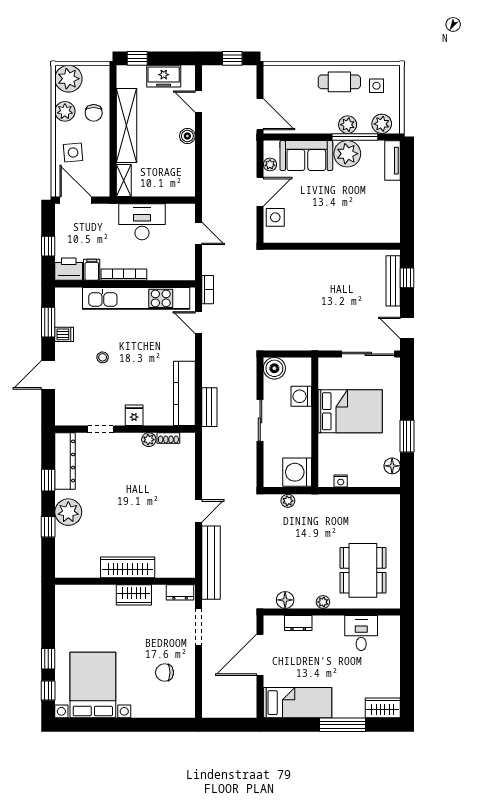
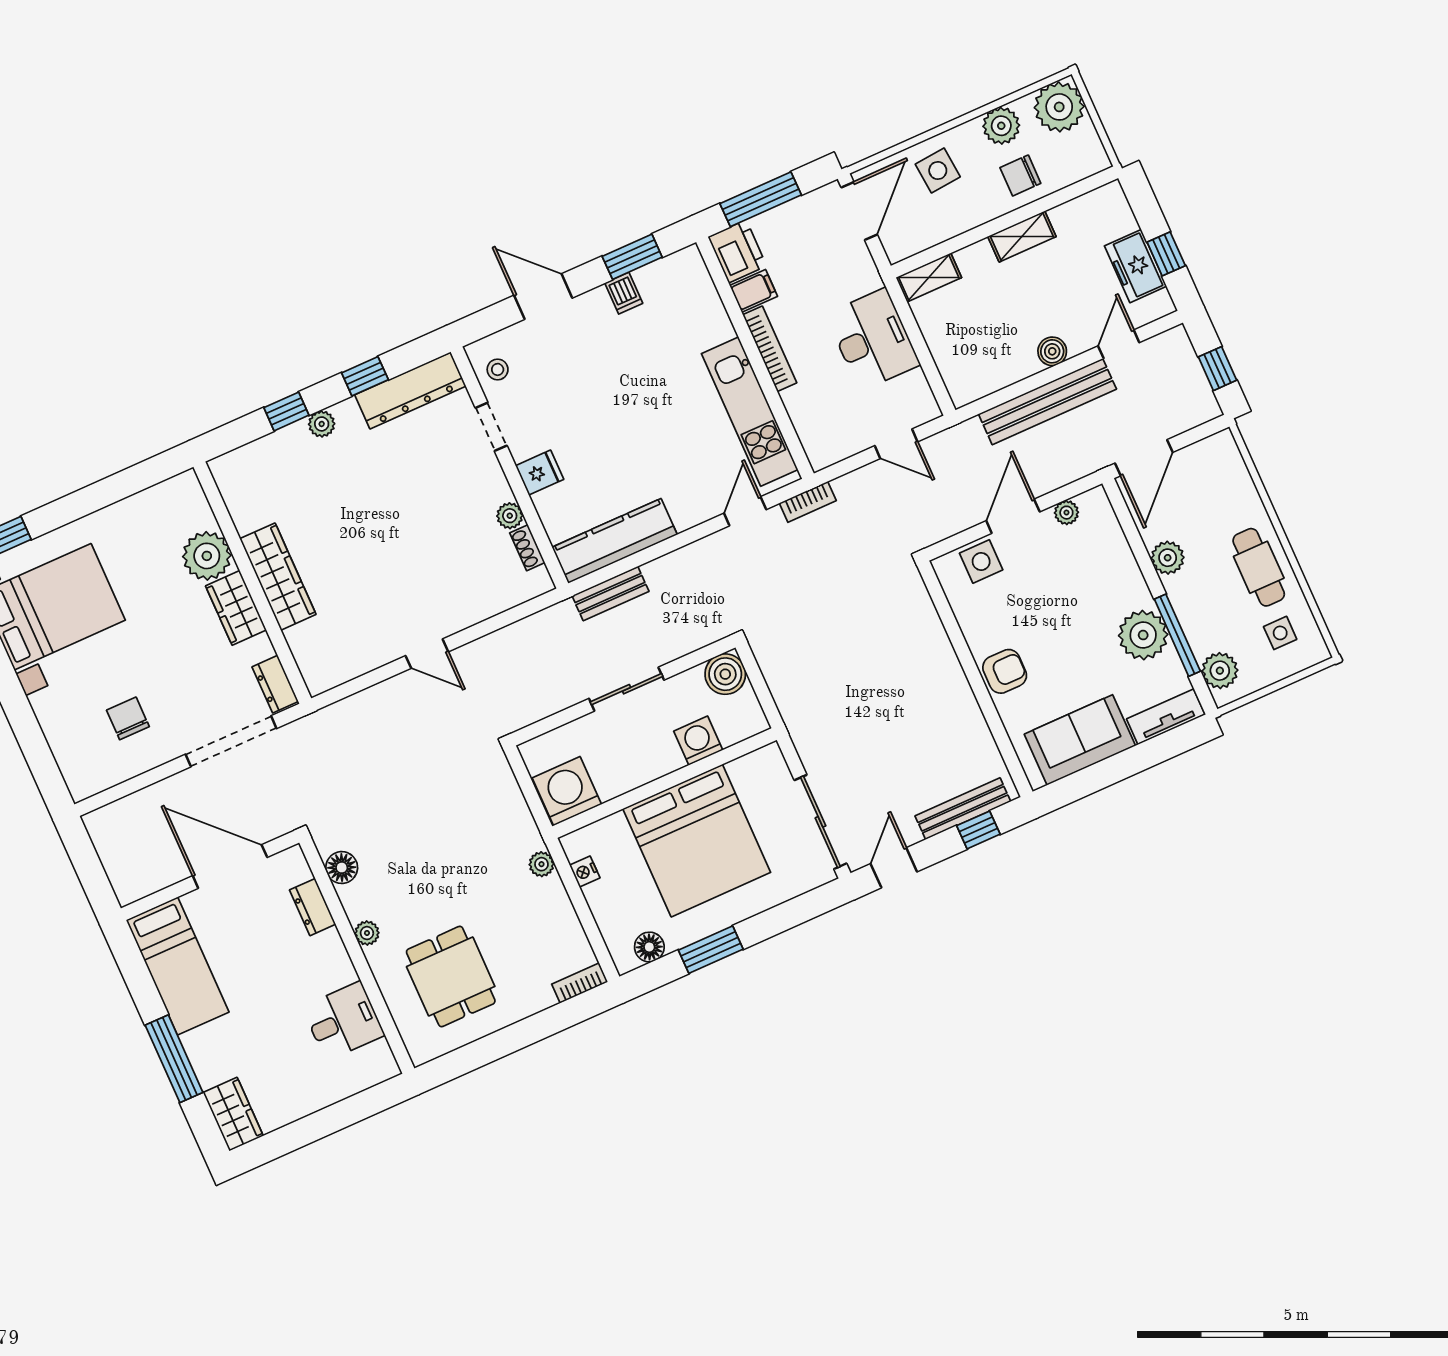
window: (137, 58) -> (1166, 254), moved
plant: (348, 125) -> (1168, 558), moved
shelving: (127, 126) -> (1022, 236), width x0.45, depth x0.75
sofa: (306, 156) -> (1080, 740), moved, turned 90
door: (260, 192) -> (1013, 516), swing flipped
armchair: (335, 230) -> (1005, 671), added
door: (199, 233) -> (896, 444), hinge flipped
window: (48, 246) -> (761, 199), width x2.17
kitchen unit: (136, 298) -> (750, 412), width x0.73
stool: (103, 357) -> (498, 369), moved
bed: (350, 411) -> (697, 841), width x1.36
plant: (288, 501) -> (541, 864), moved
bookcase: (394, 508) -> (580, 983), added
plant: (68, 512) -> (322, 424), width x0.53, depth x0.53
bench: (211, 563) -> (1047, 402), moved
dining table: (363, 570) -> (451, 977), width x0.73
plant: (102, 598) -> (207, 556), added
doorway: (199, 627) -> (231, 741), width x1.36
window: (48, 659) -> (63, 511), removed

